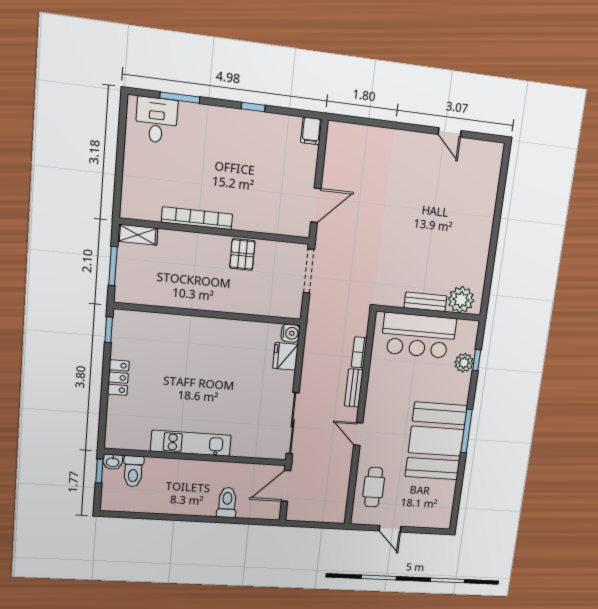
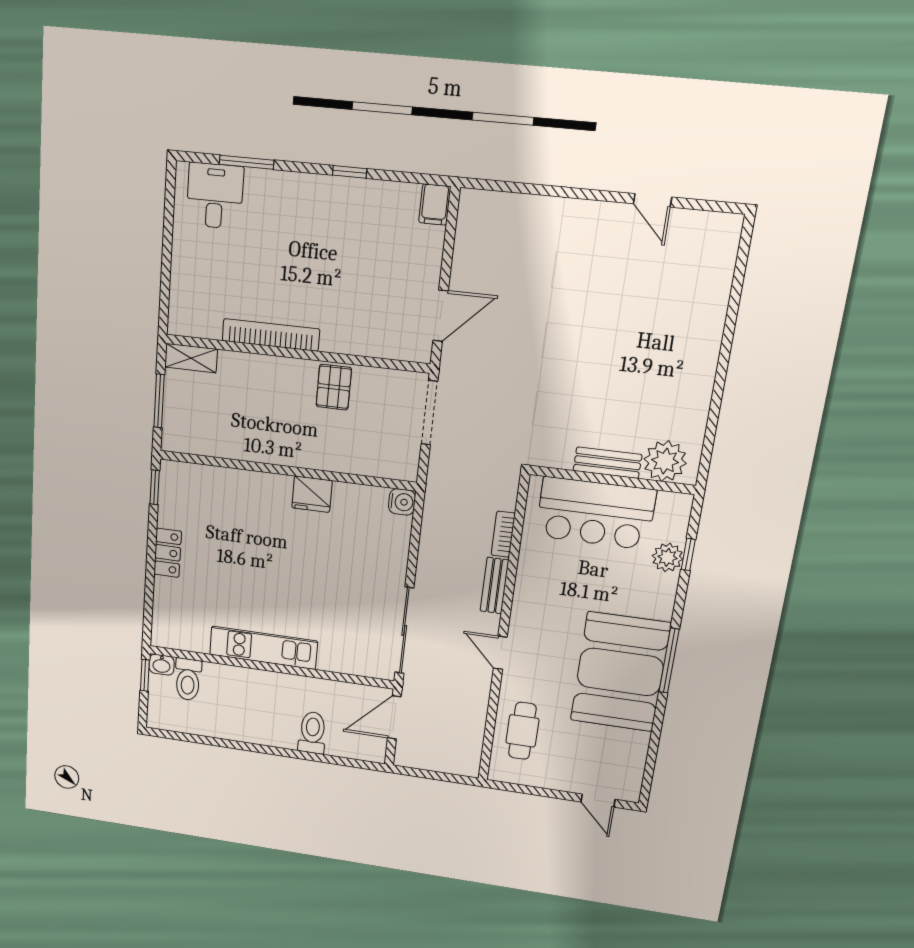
fridge: (285, 356) -> (312, 494), moved, turned -90
door: (390, 529) -> (598, 801), moved

